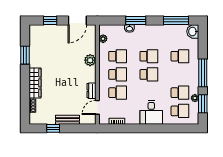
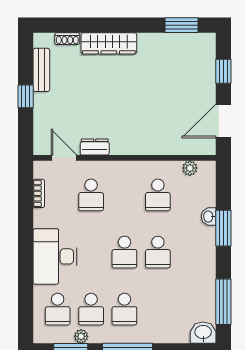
door: (77, 20) -> (223, 121), hinge flipped
window: (25, 55) -> (181, 25), moved
school desk: (180, 56) -> (124, 309), moved
plant: (90, 60) -> (150, 144), removed
school desk: (118, 74) -> (124, 195), removed
desk: (151, 112) -> (55, 256), width x1.37
bench: (67, 120) -> (41, 70), moved
window: (53, 128) -> (26, 96), moved

